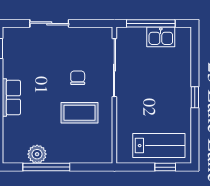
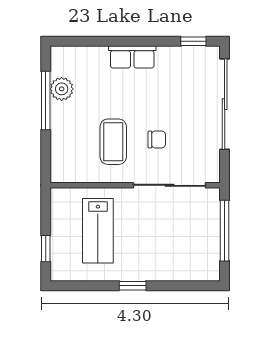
sliding door: (49, 23) -> (225, 104), width x1.86
kitchen sink: (161, 37) -> (208, 243), removed
lab bench: (159, 146) -> (98, 231), moved

